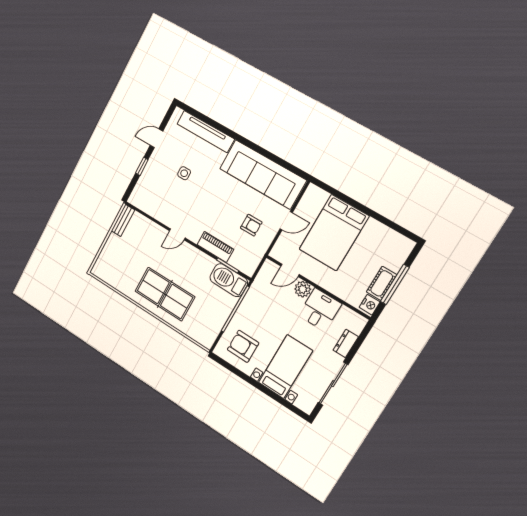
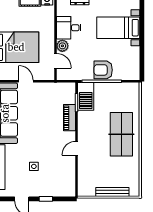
bench: (123, 220) -> (112, 192), moved, width x1.36
armchair: (251, 225) -> (42, 102), removed
door: (177, 234) -> (76, 148), swing flipped
armchair: (243, 346) -> (103, 70), moved, turned 90

